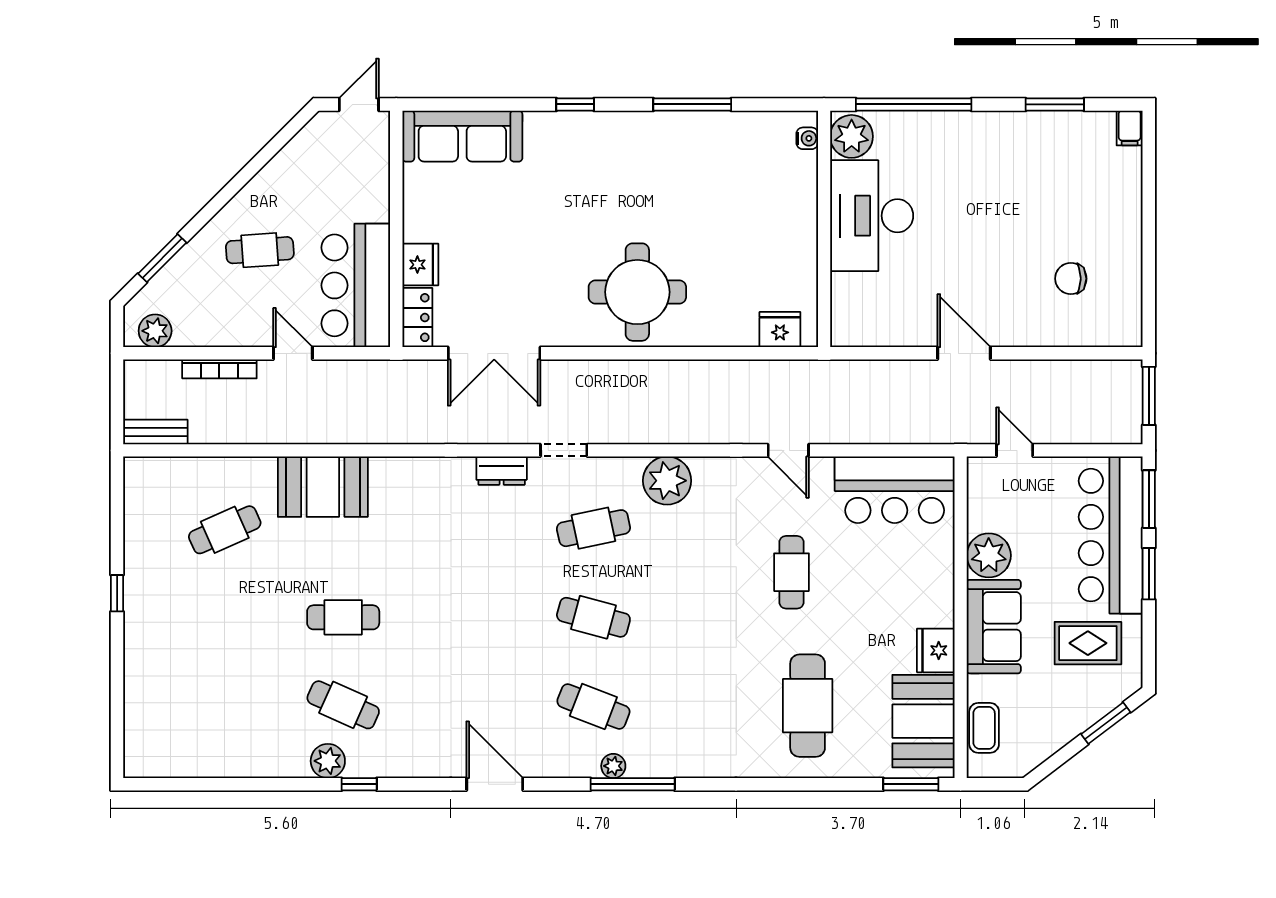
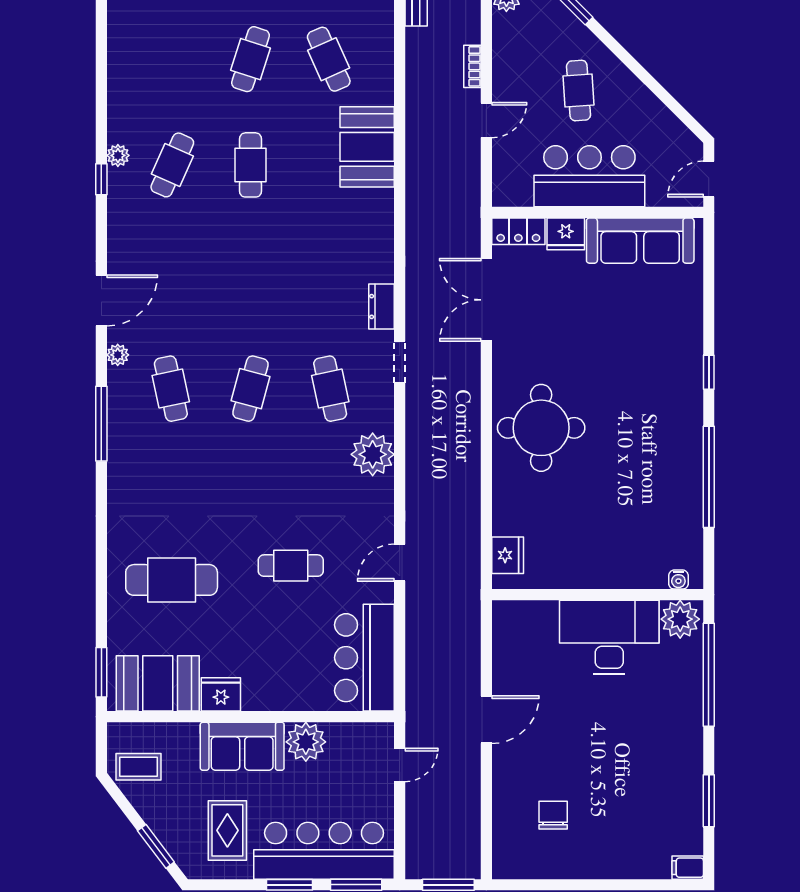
door: (359, 104) -> (709, 179), swing flipped
window: (692, 104) -> (709, 477), width x1.46
sofa: (462, 136) -> (640, 241), moved, turned -90
bar counter: (356, 285) -> (589, 176), moved
bookcase: (219, 369) -> (472, 66), width x0.64
cafe table: (225, 617) -> (250, 59), added
cafe table: (593, 706) -> (171, 389), turned -33
coffee table: (984, 728) -> (138, 767), moved
plant: (328, 761) -> (118, 155), width x0.73, depth x0.73
plant: (613, 766) -> (118, 355), moved

